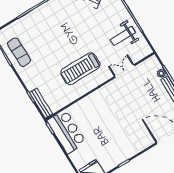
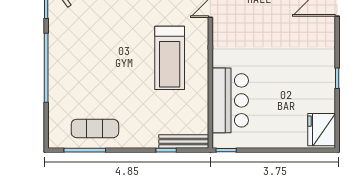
bar counter: (67, 132) -> (230, 100), moved, turned 90

